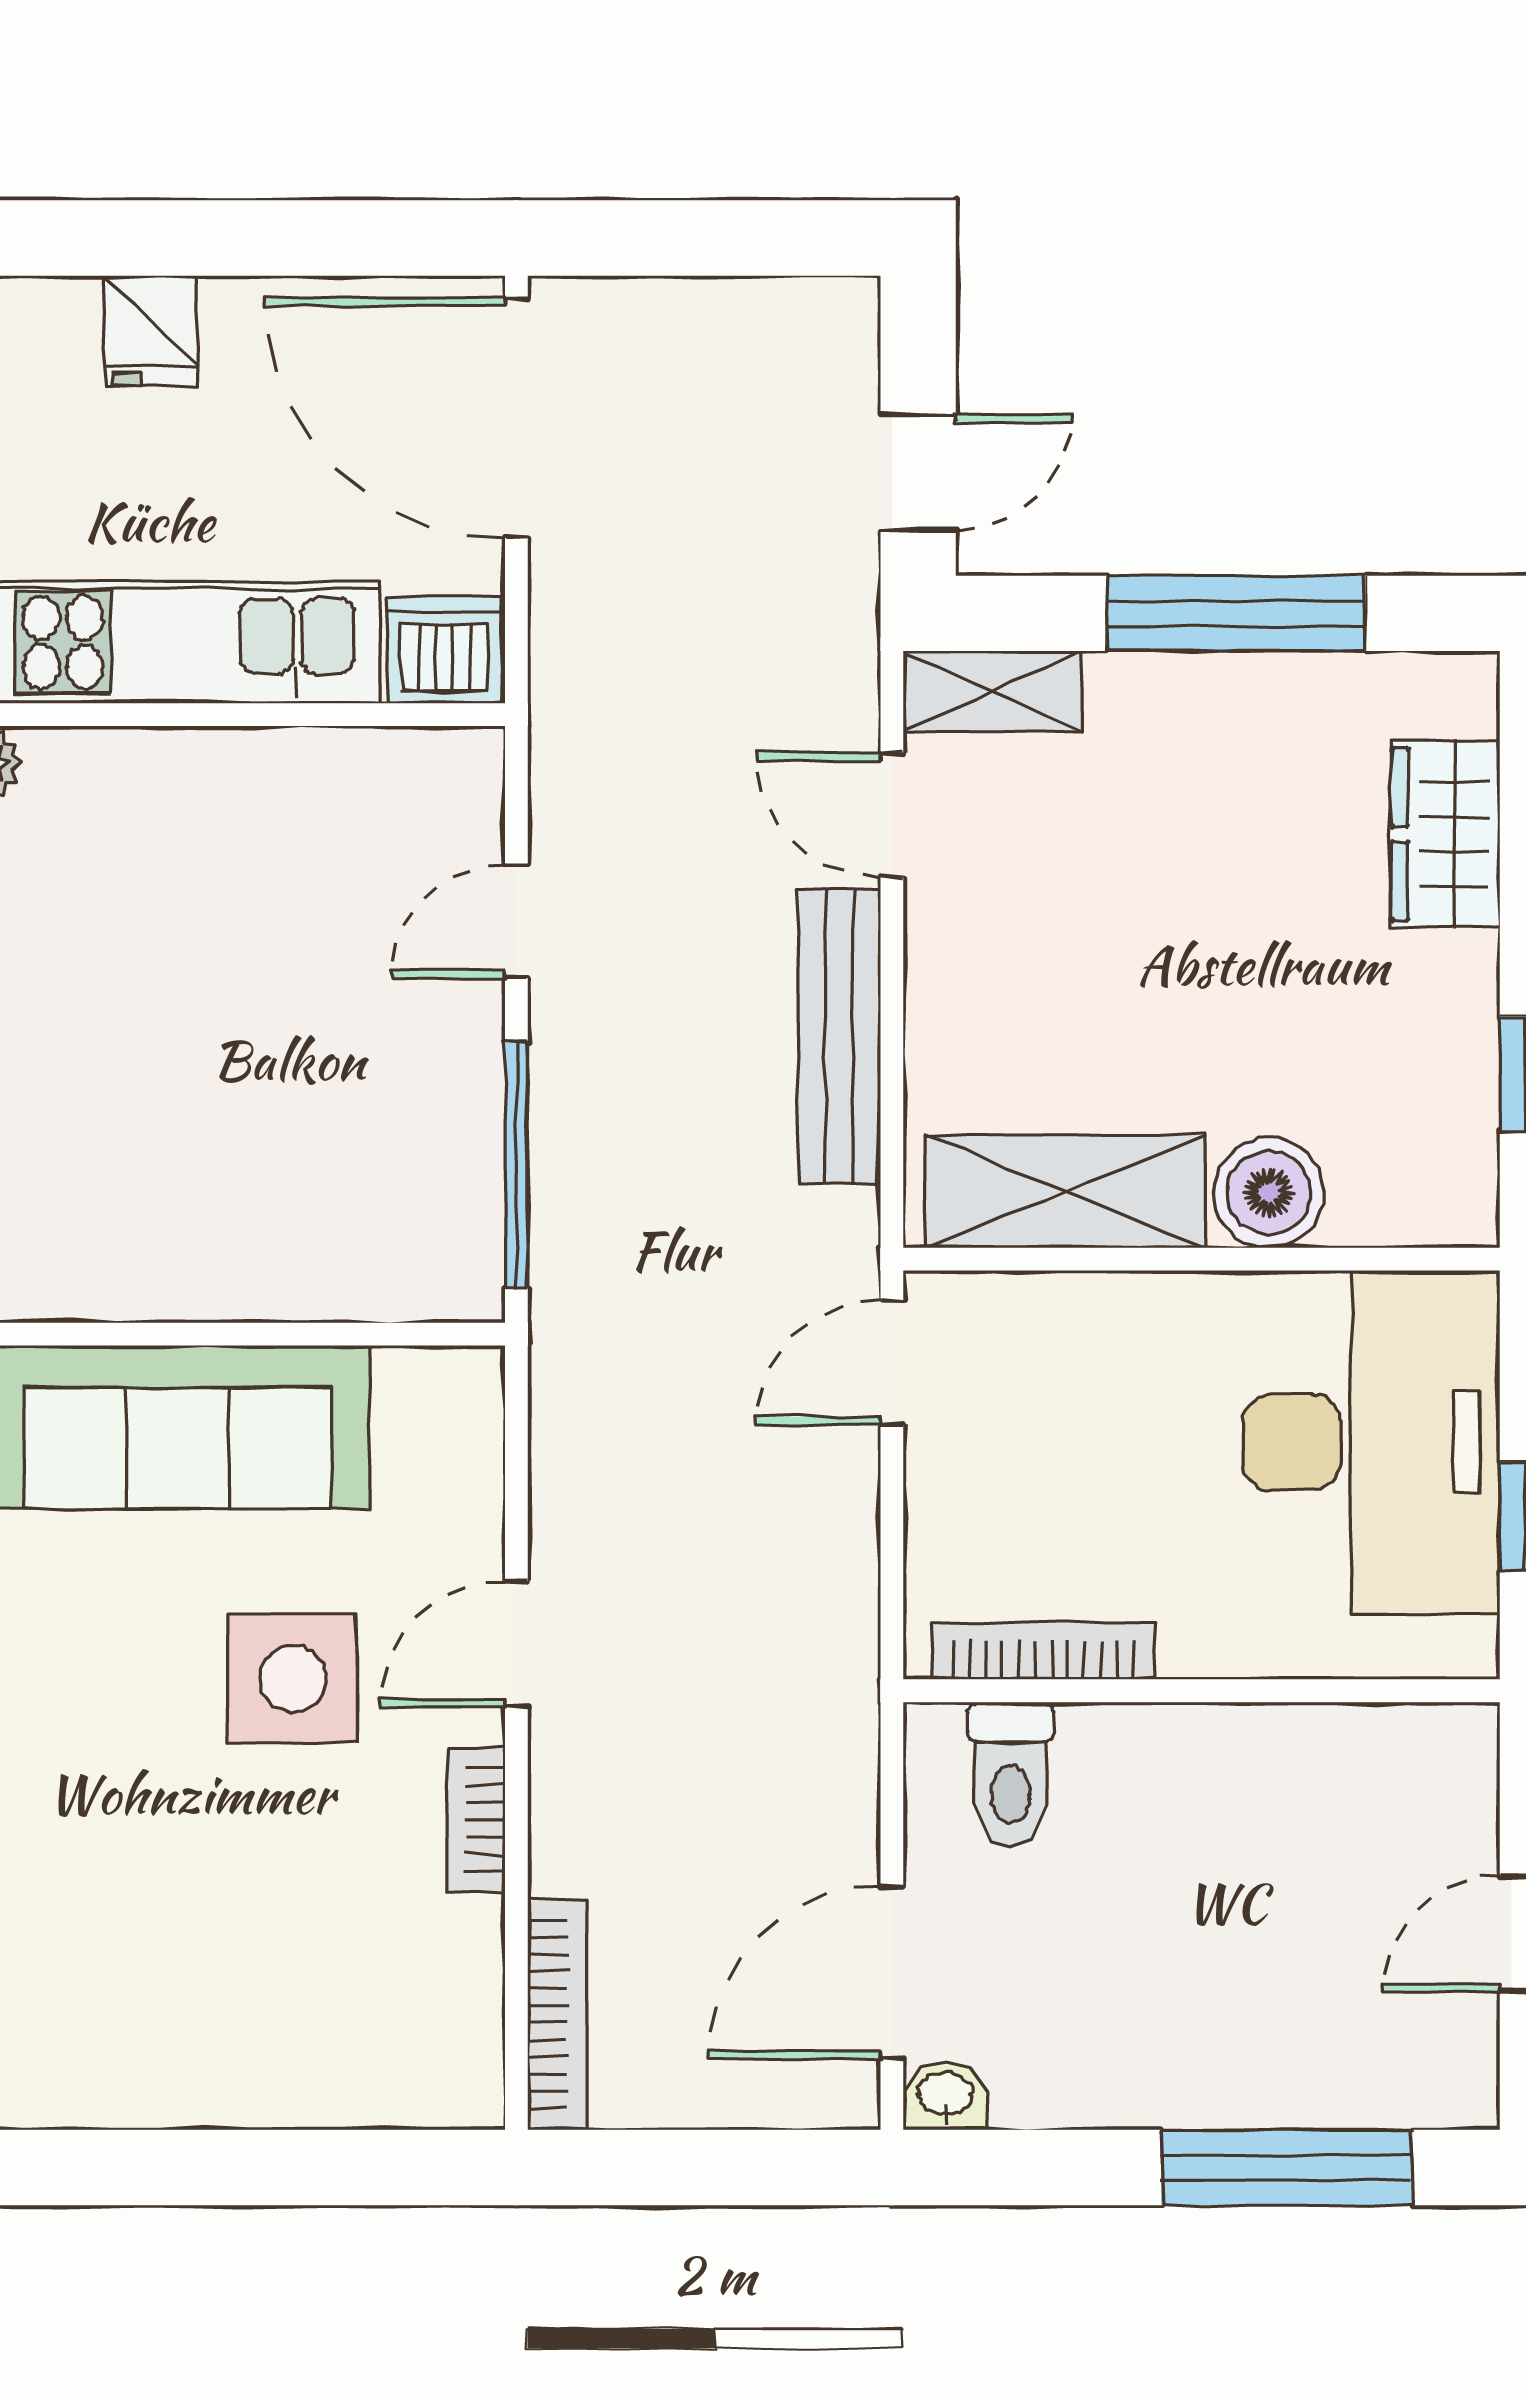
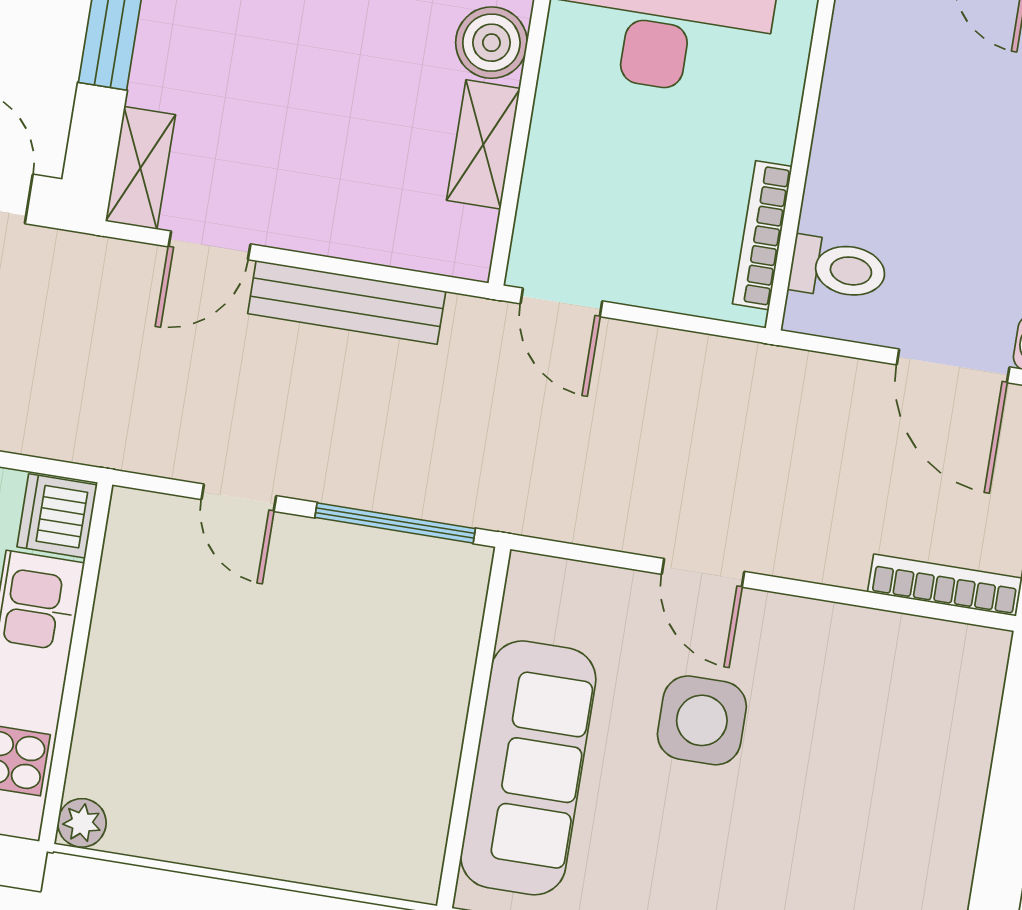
shelving: (1065, 1191) -> (483, 144), width x0.67, depth x0.75
bookcase: (476, 1819) -> (811, 617), removed

